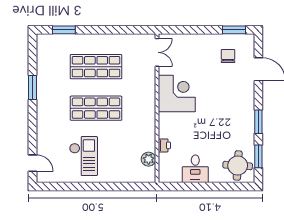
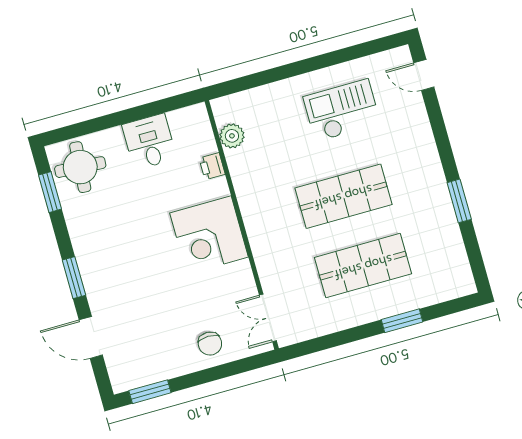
window: (64, 30) -> (402, 321), moved
chair: (228, 56) -> (210, 344), moved
corner desk: (177, 93) -> (209, 235), moved
window: (258, 122) -> (74, 278), moved
checkout: (83, 156) -> (342, 110), turned 90

